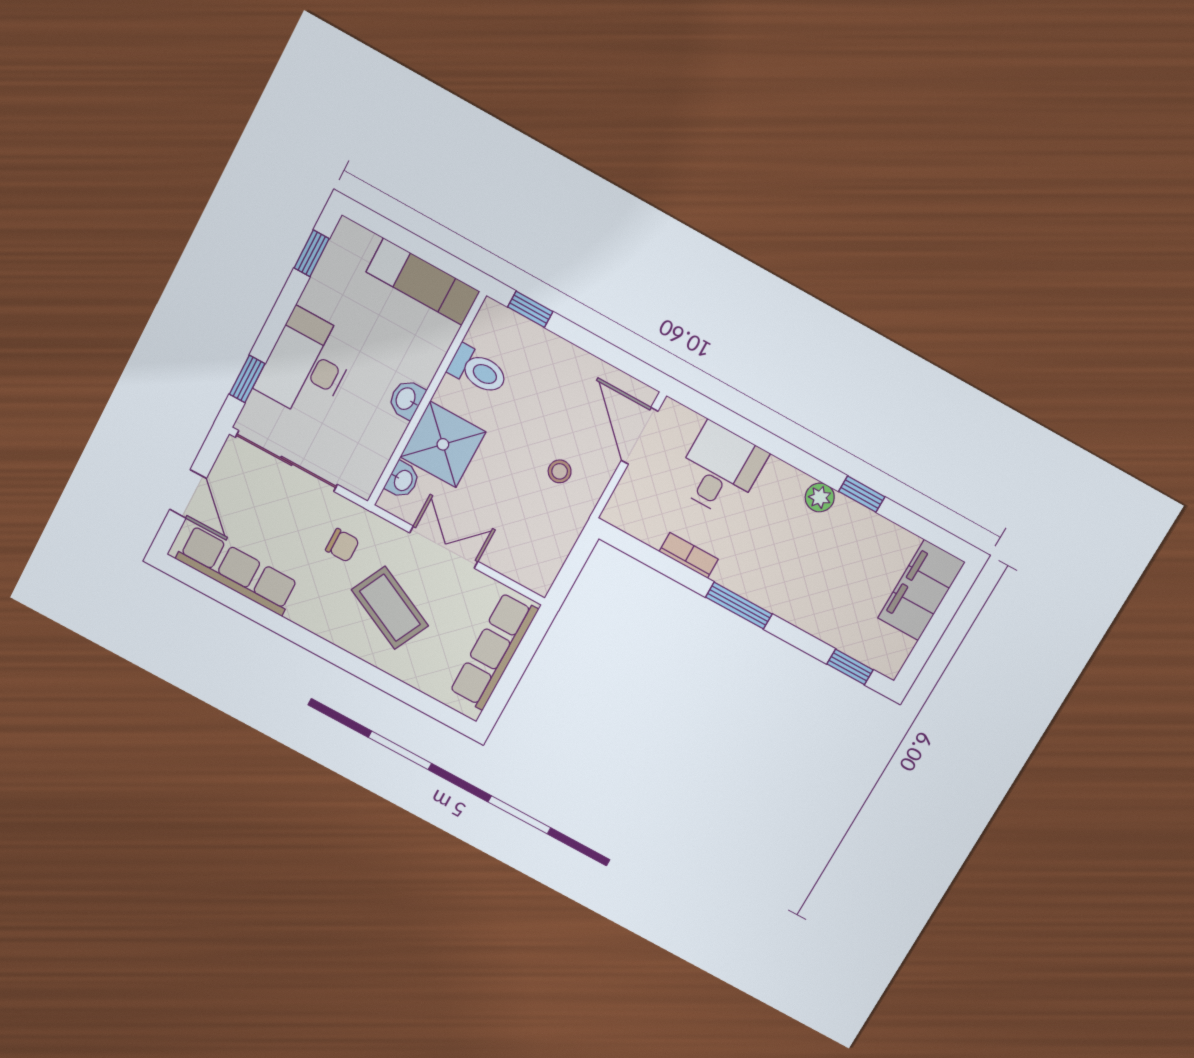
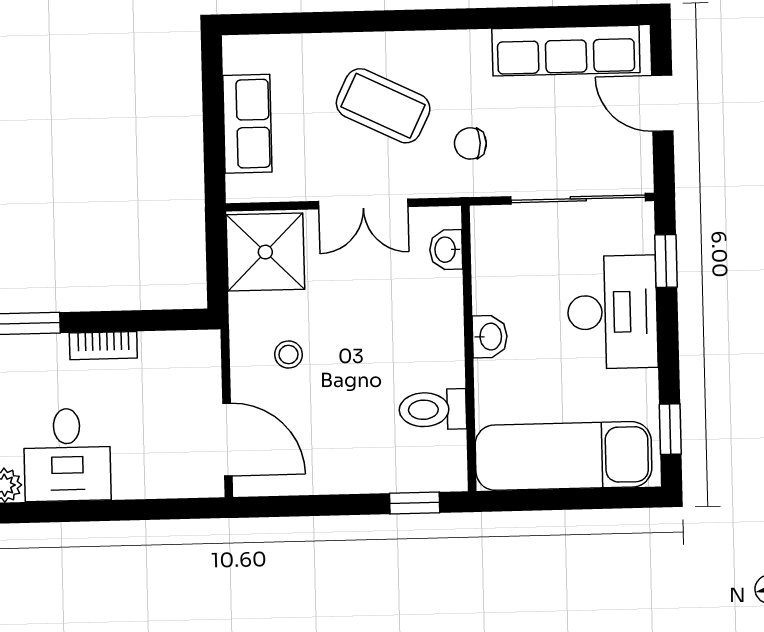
exam couch: (423, 282) -> (564, 456), width x1.36, depth x1.45
shower: (443, 444) -> (265, 252), moved
desk: (720, 470) -> (67, 455), moved
row of seats: (494, 651) -> (247, 124), width x0.68

